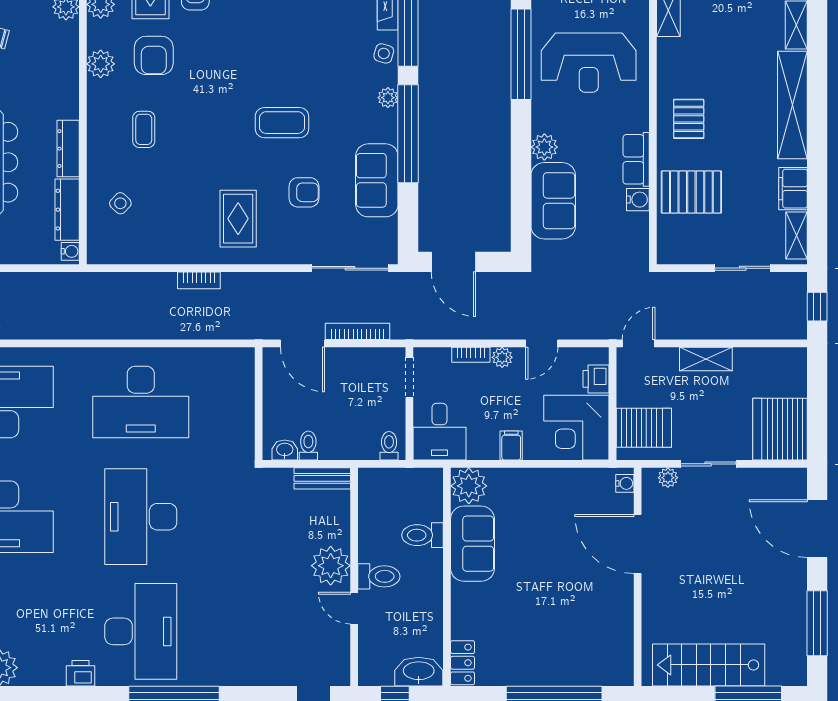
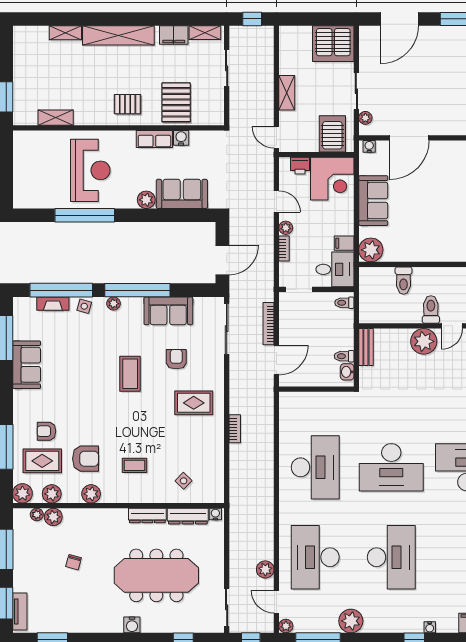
filing cabinet: (511, 446) -> (344, 243), moved
sofa: (473, 544) -> (373, 201), moved, turned 90

